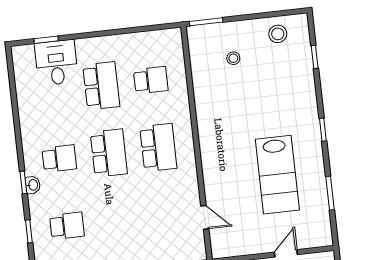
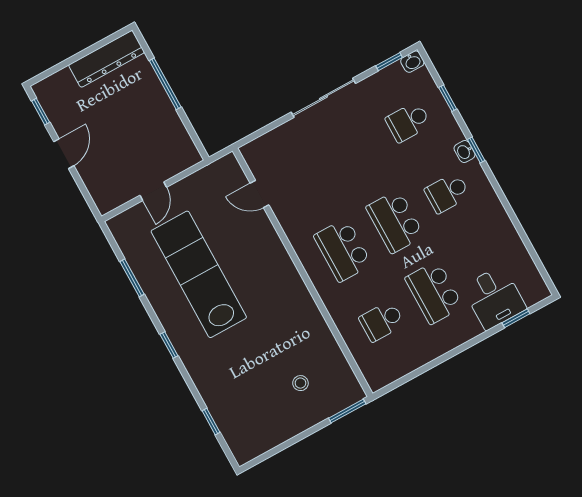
stool: (278, 34) -> (262, 430), removed
lab bench: (277, 175) -> (199, 274), width x1.36

